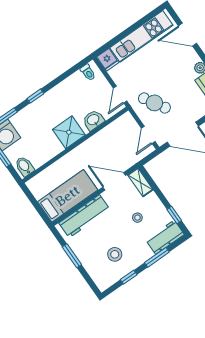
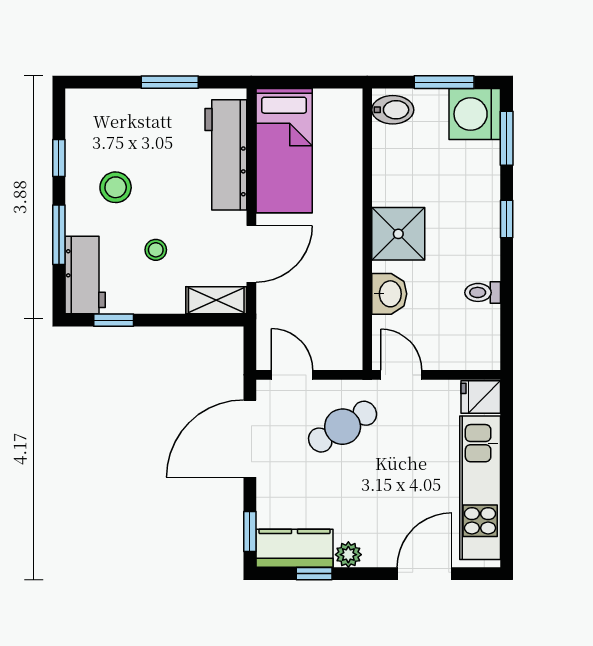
toilet: (88, 72) -> (483, 292), moved
stool: (115, 254) -> (116, 187), moved

